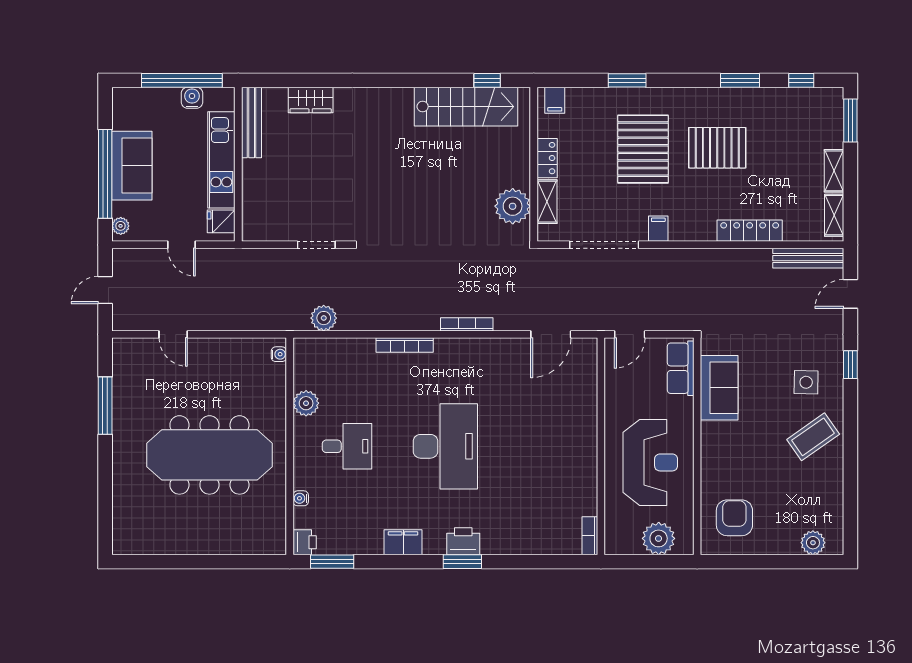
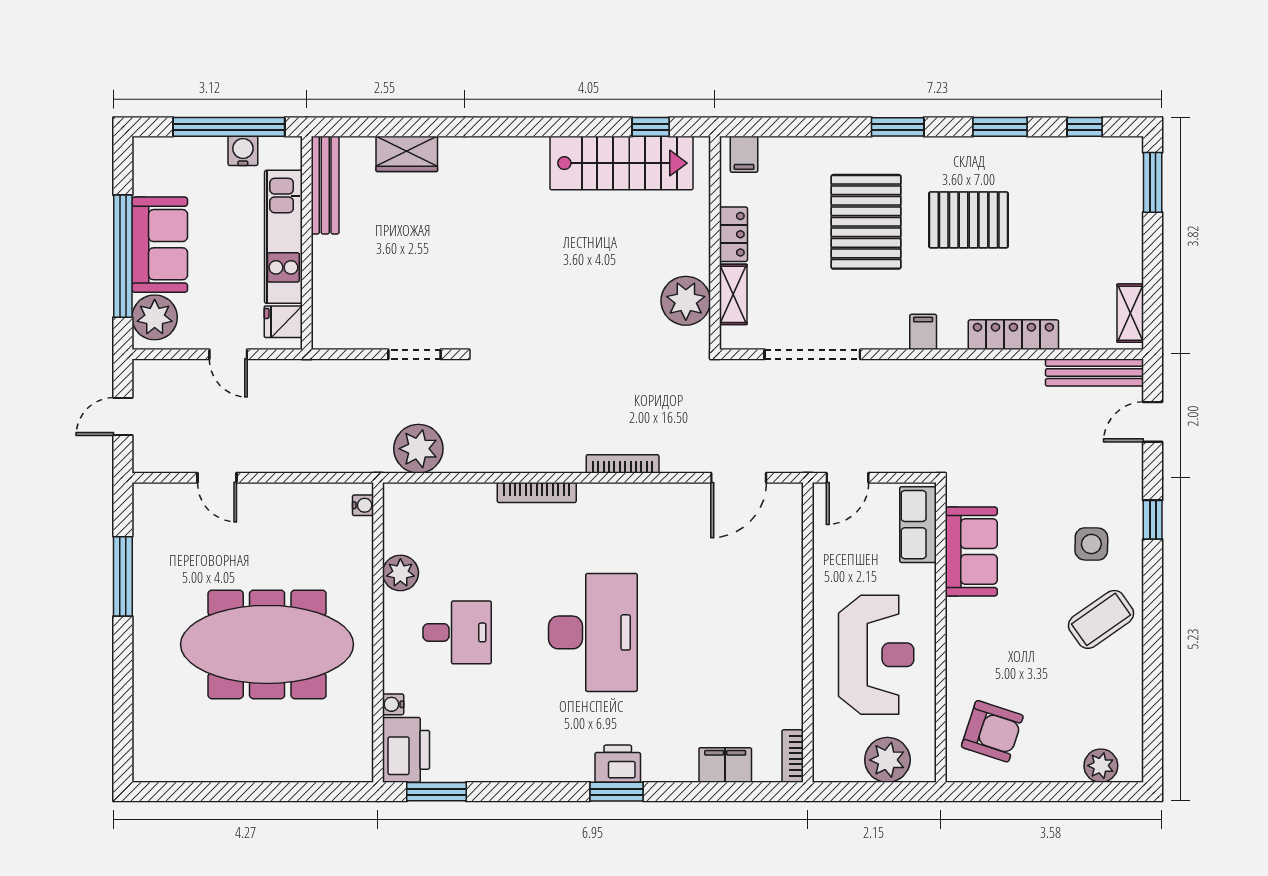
window: (627, 80) -> (898, 127), moved
shelving: (834, 171) -> (1130, 252), removed
plant: (121, 226) -> (155, 317), width x1.87, depth x1.87
filing cabinet: (658, 229) -> (923, 332), moved
plant: (324, 318) -> (418, 449), width x1.36, depth x1.36
armchair: (734, 518) -> (992, 731), turned 108
printer: (305, 542) -> (406, 750), width x1.87, depth x1.48
filing cabinet: (403, 542) -> (725, 765), moved

